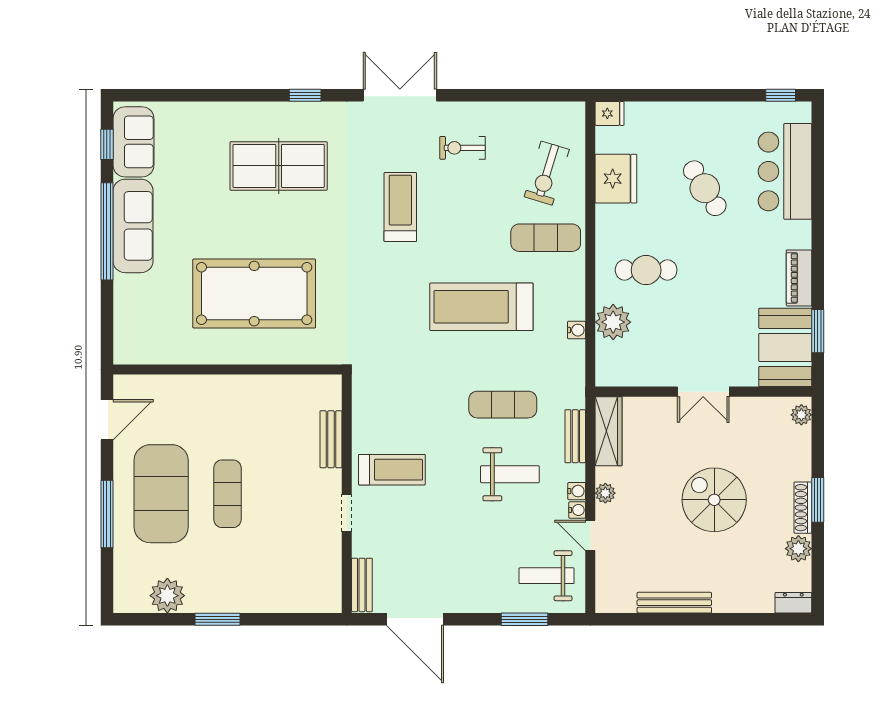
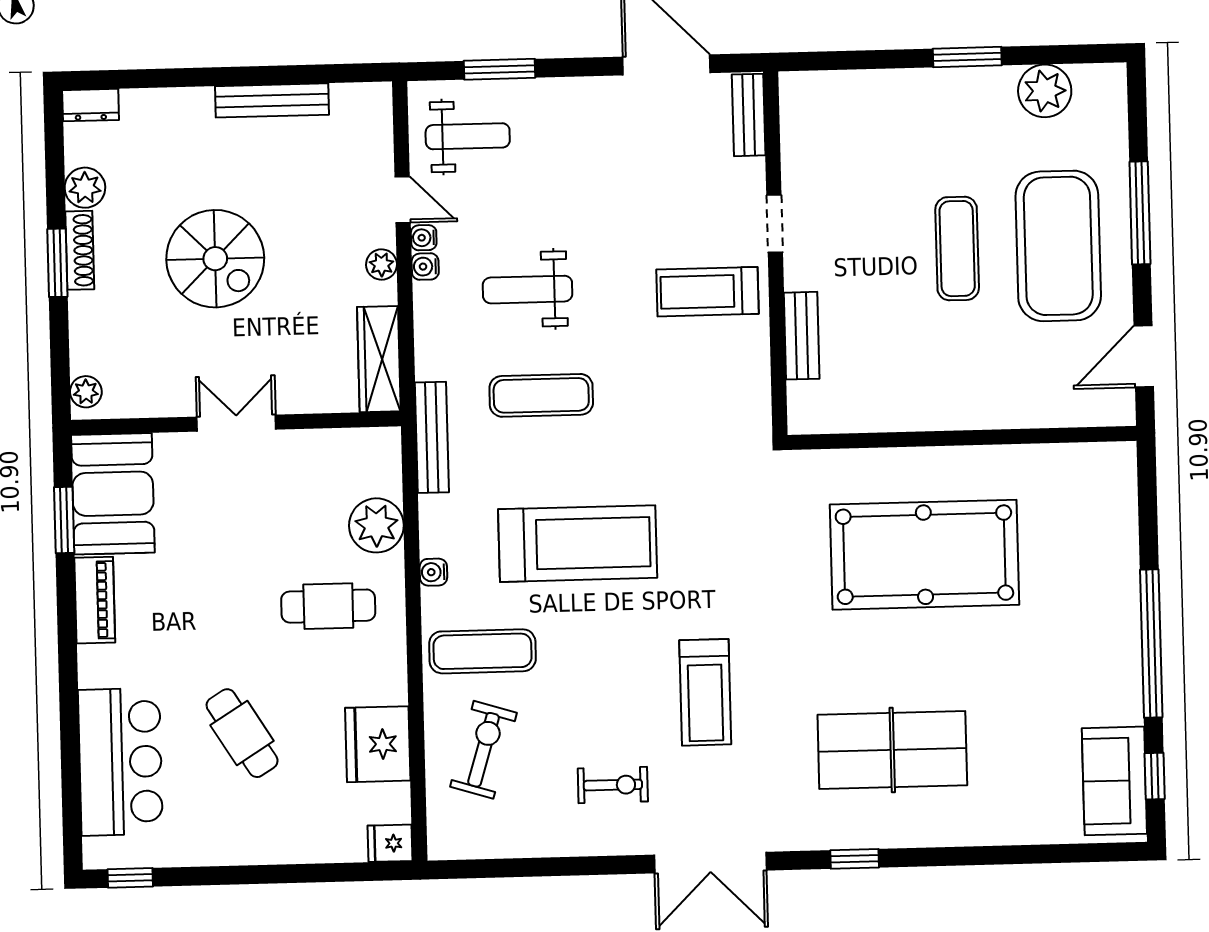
sofa: (133, 226) -> (1112, 653), removed
water cooler: (577, 330) -> (433, 572), moved
bench: (575, 436) -> (432, 437), moved, width x1.36

